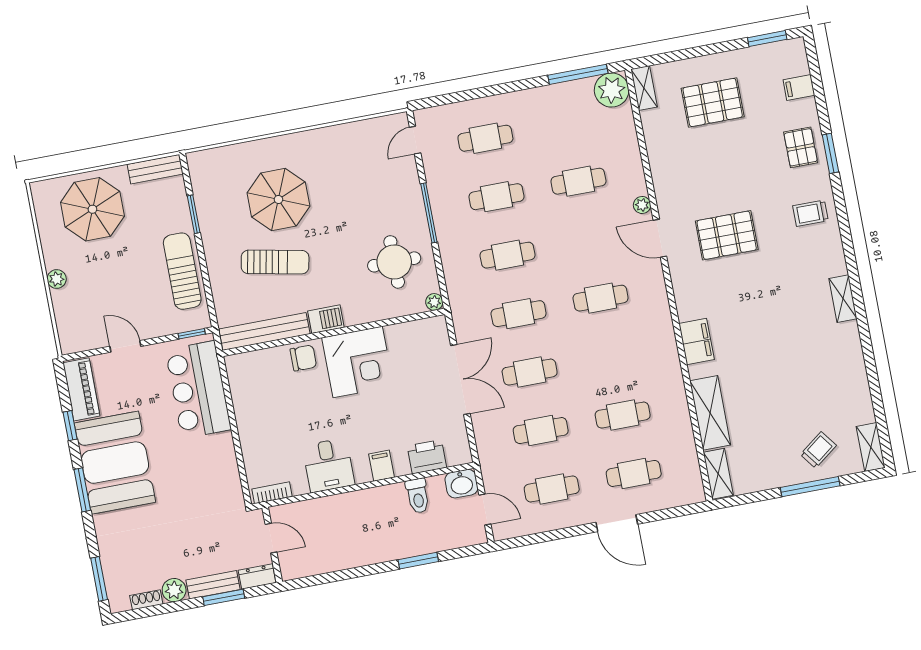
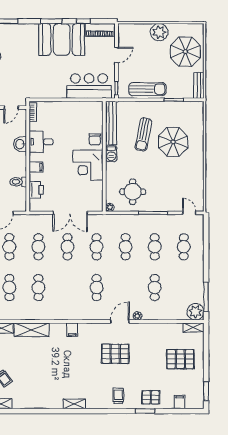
pallet: (713, 102) -> (180, 359), turned 90
pallet: (727, 235) -> (115, 354), turned 90
plant: (57, 279) -> (159, 32), width x1.88, depth x1.88
filing cabinet: (697, 341) -> (72, 330), width x0.50
washbasin: (461, 484) -> (20, 144), moved

